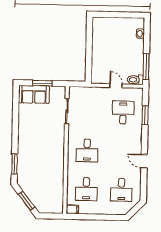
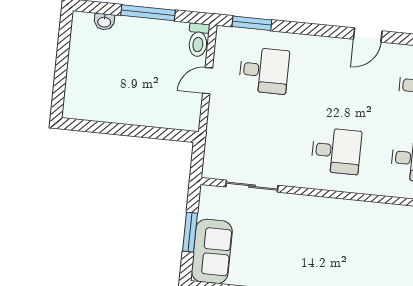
window: (146, 67) -> (148, 13), moved
desk: (123, 113) -> (264, 70), turned 180
window: (145, 115) -> (252, 23), moved

